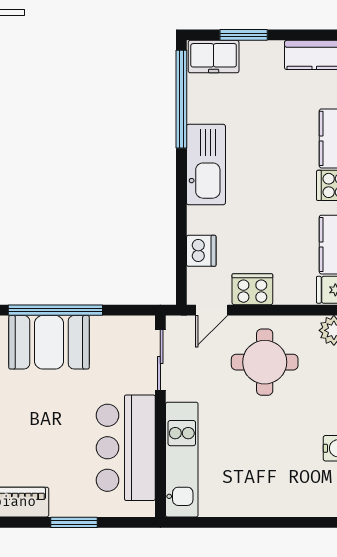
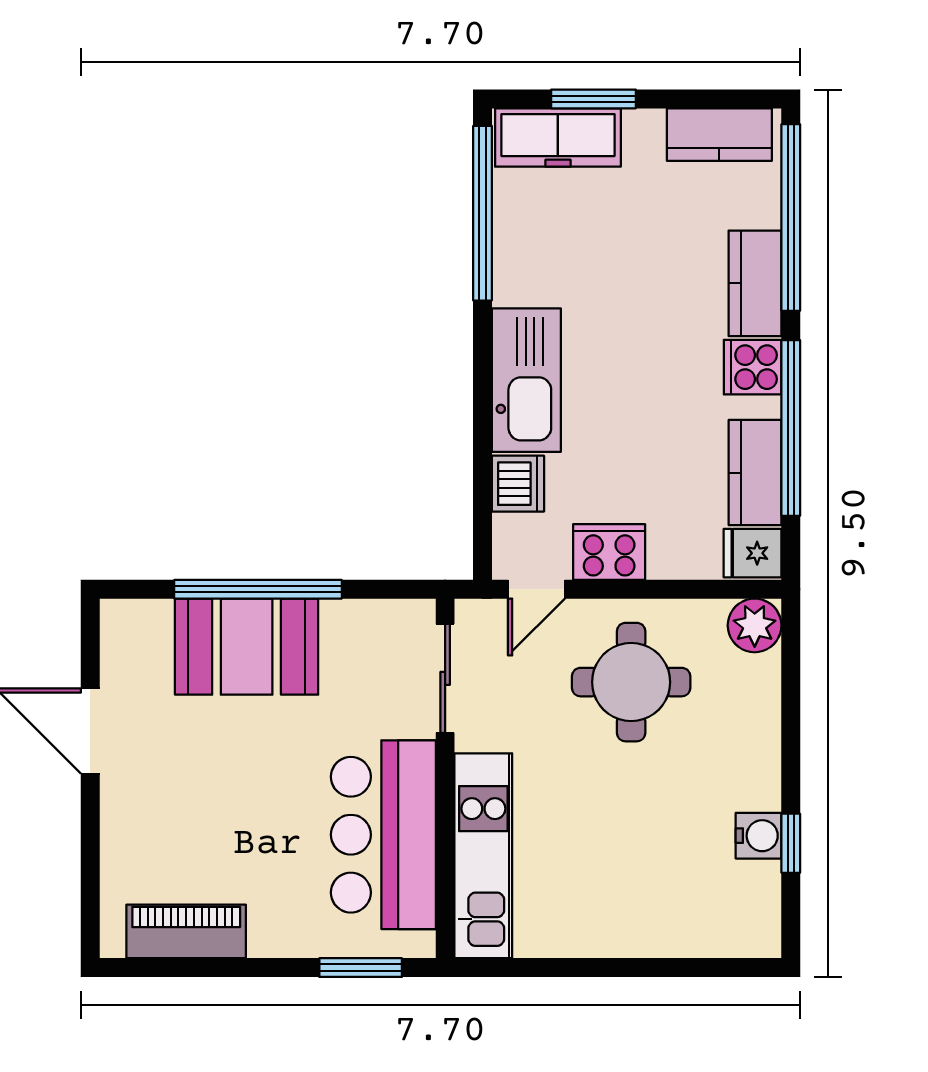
freezer: (214, 57) -> (558, 137), width x1.40
kitchen sink: (206, 164) -> (526, 380), moved
window: (74, 522) -> (361, 968), moved

